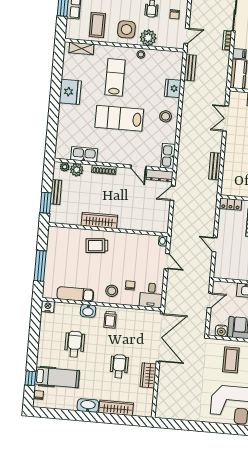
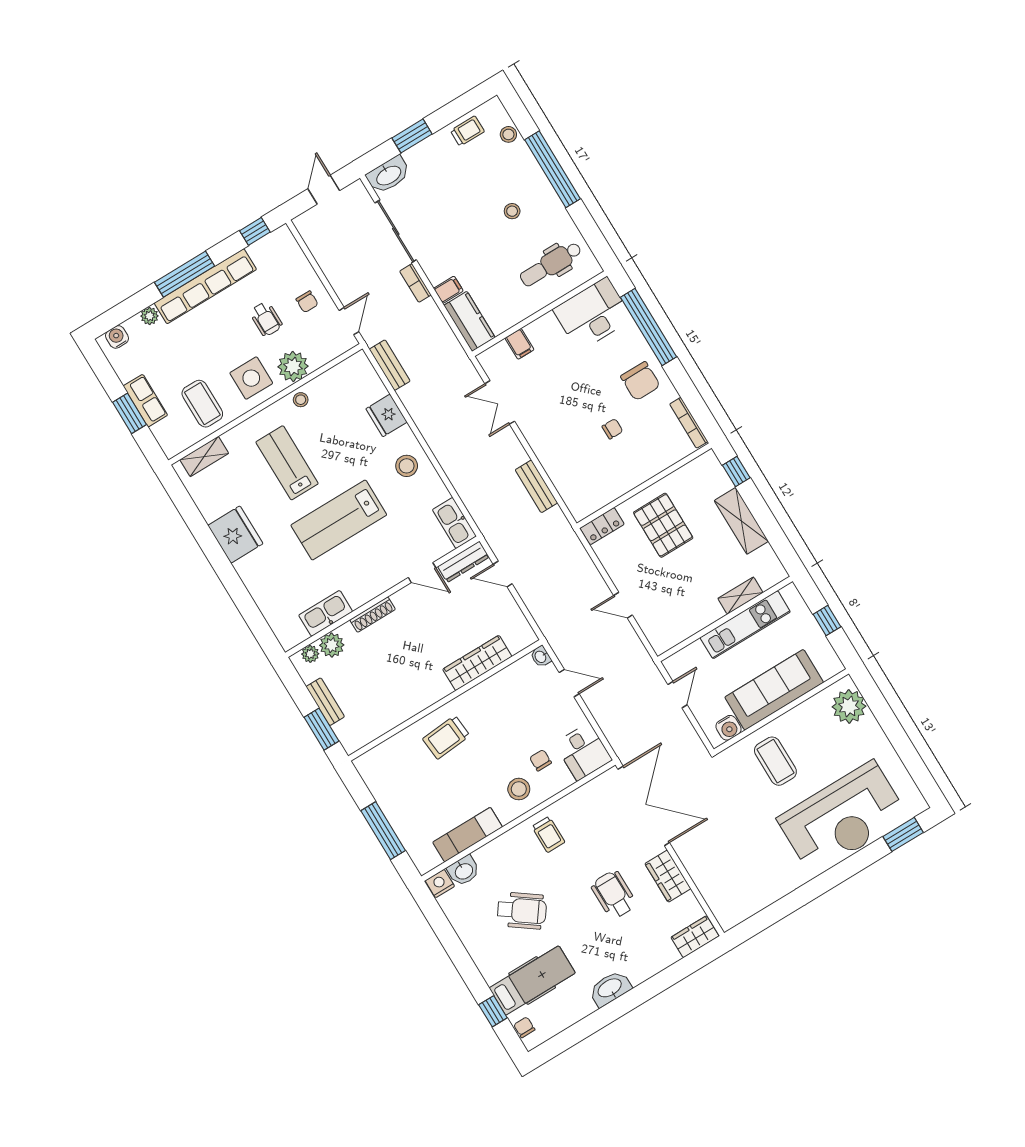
door: (173, 193) -> (503, 574), hinge flipped
wardrobe: (99, 220) -> (477, 663), moved
washbasin: (88, 311) -> (464, 871), moved
wheelchair: (75, 344) -> (522, 911), turned 126
wardrobe: (116, 408) -> (695, 937), moved, width x0.67

